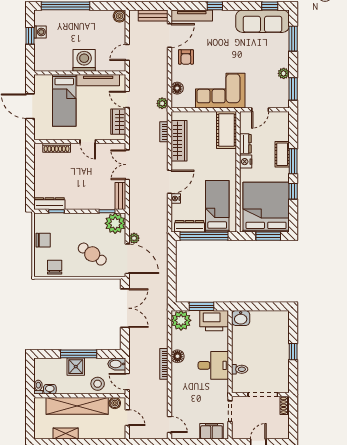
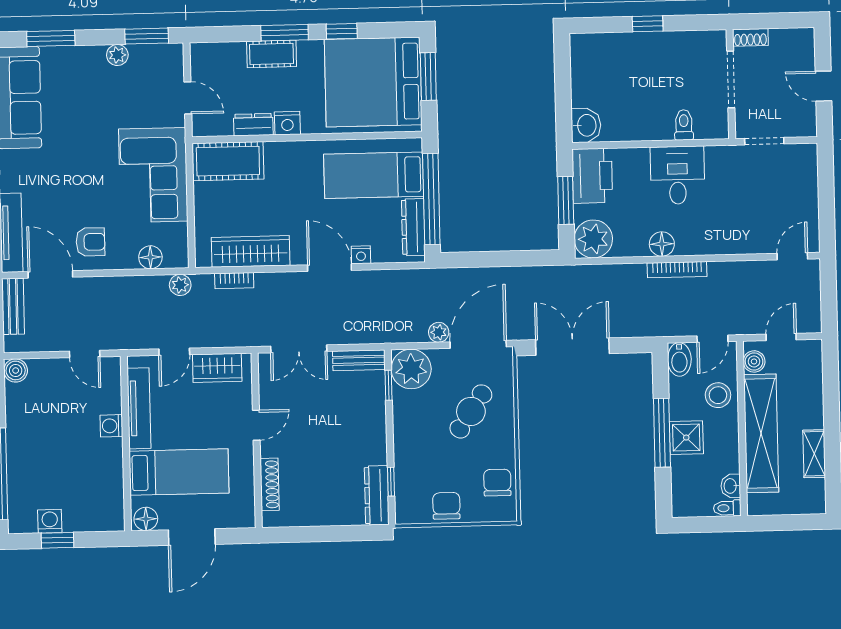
washing machine: (84, 60) -> (111, 426), width x0.53, depth x0.53
floor lamp: (40, 82) -> (146, 519), added
chair: (55, 267) -> (497, 483), turned 90
filing cabinet: (211, 431) -> (803, 176), removed

